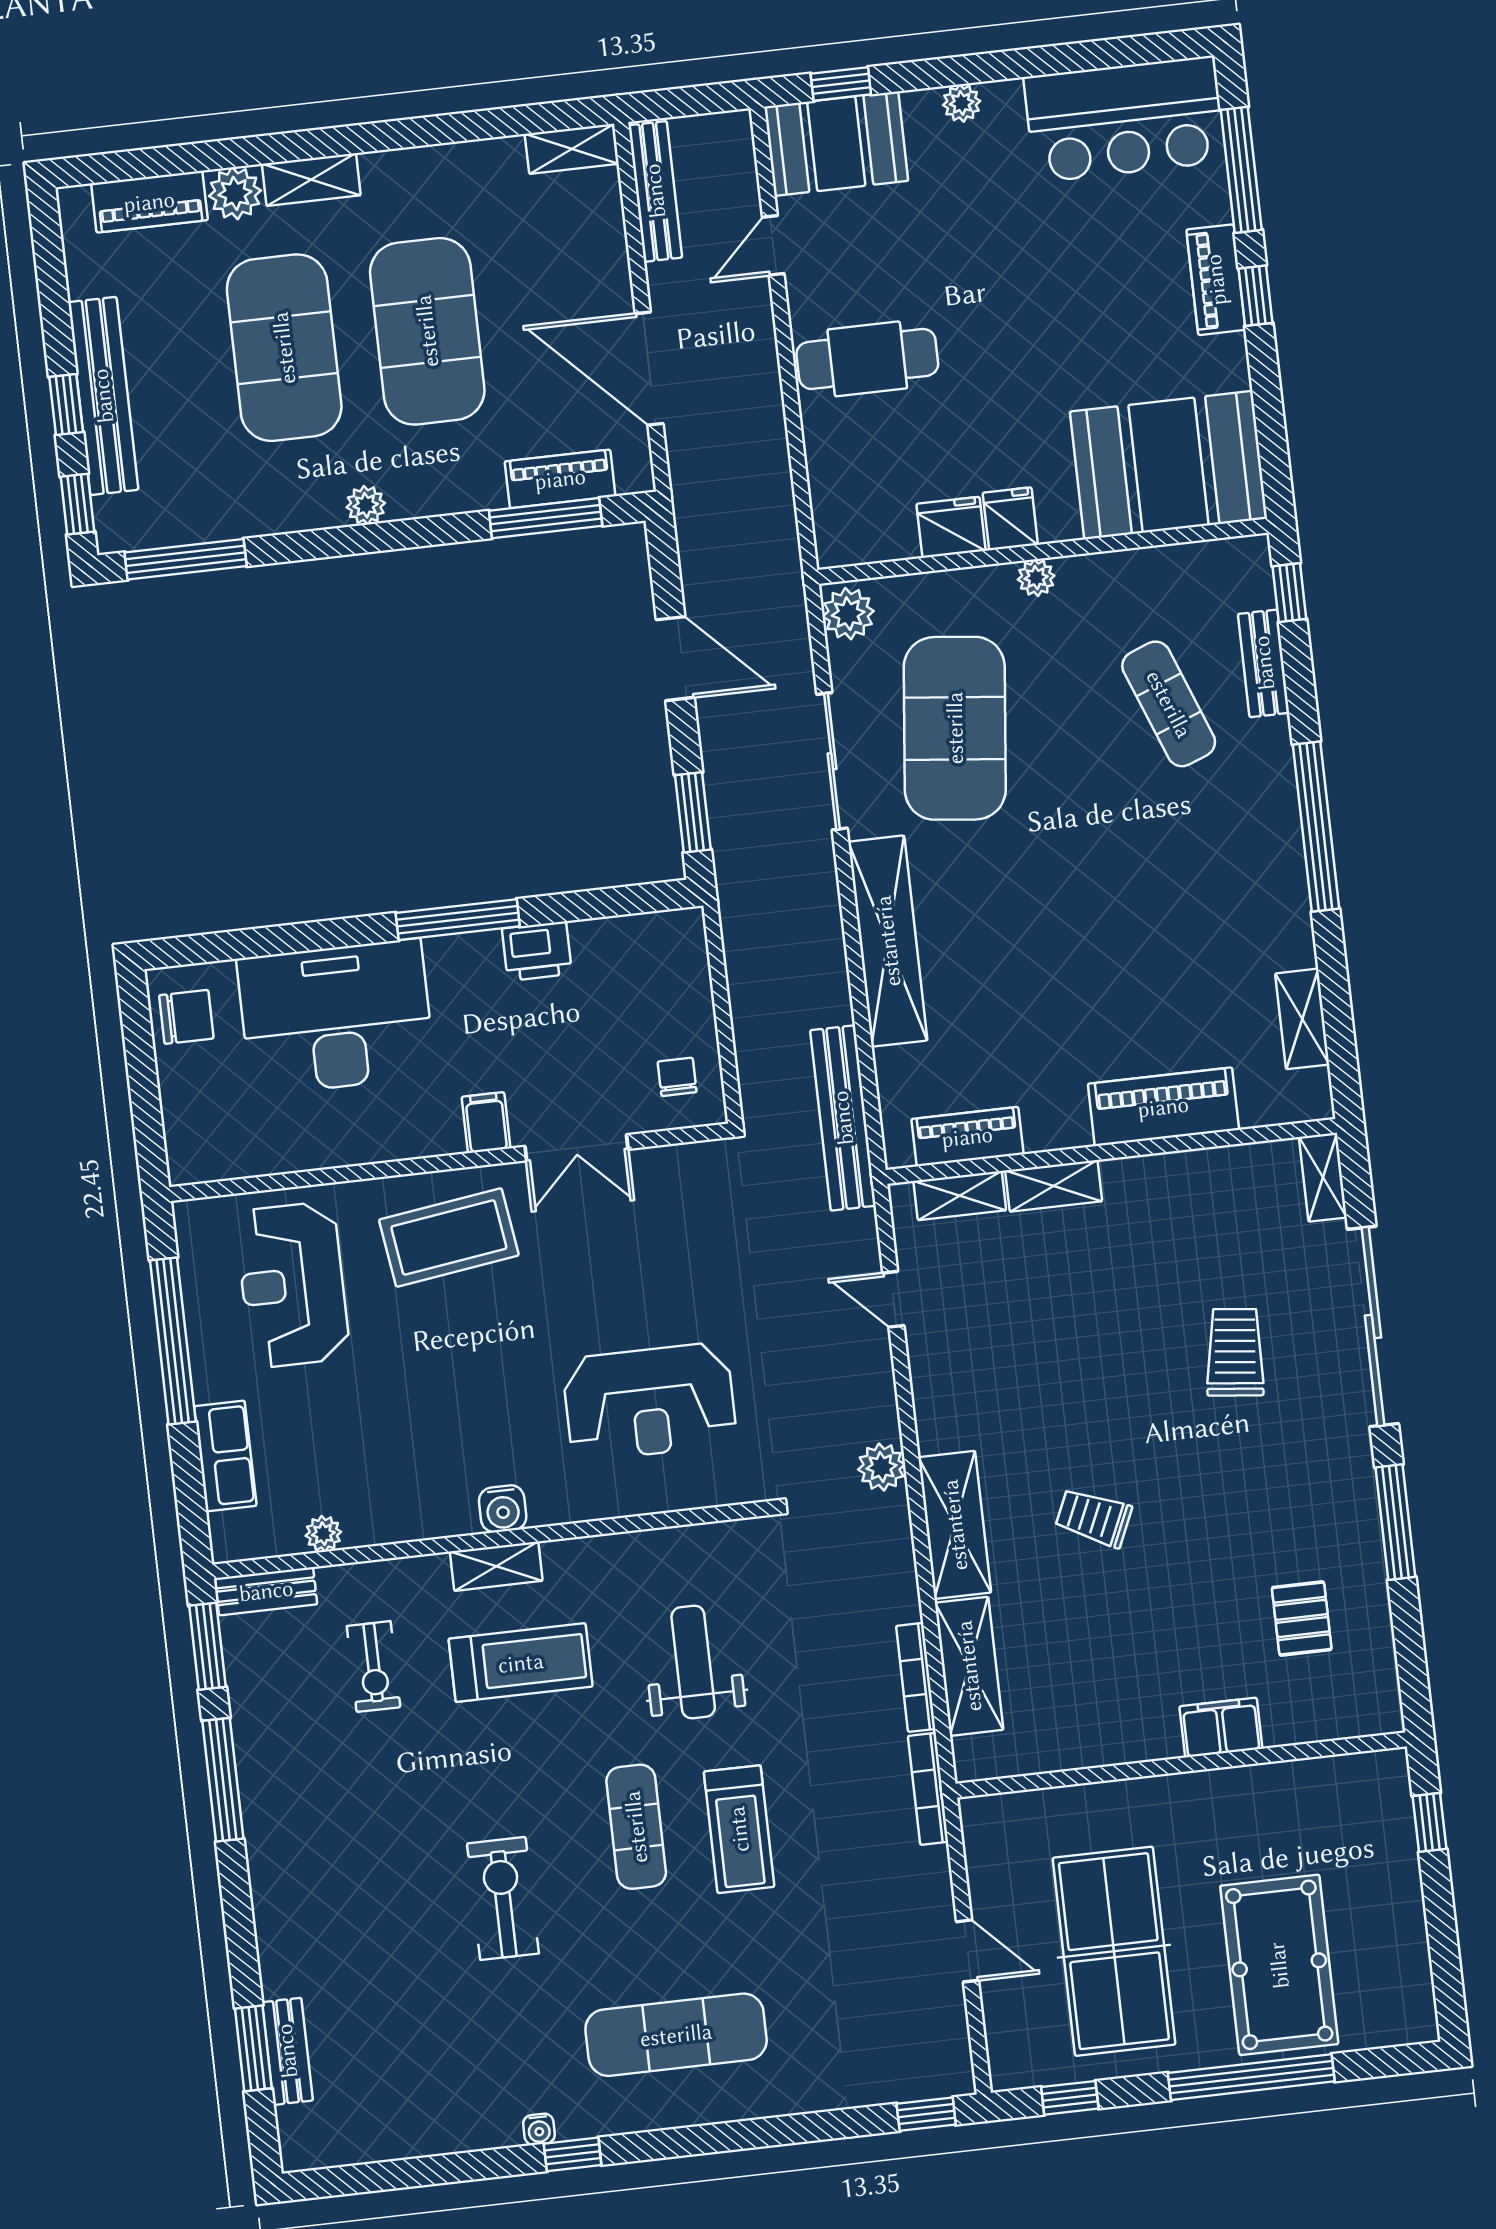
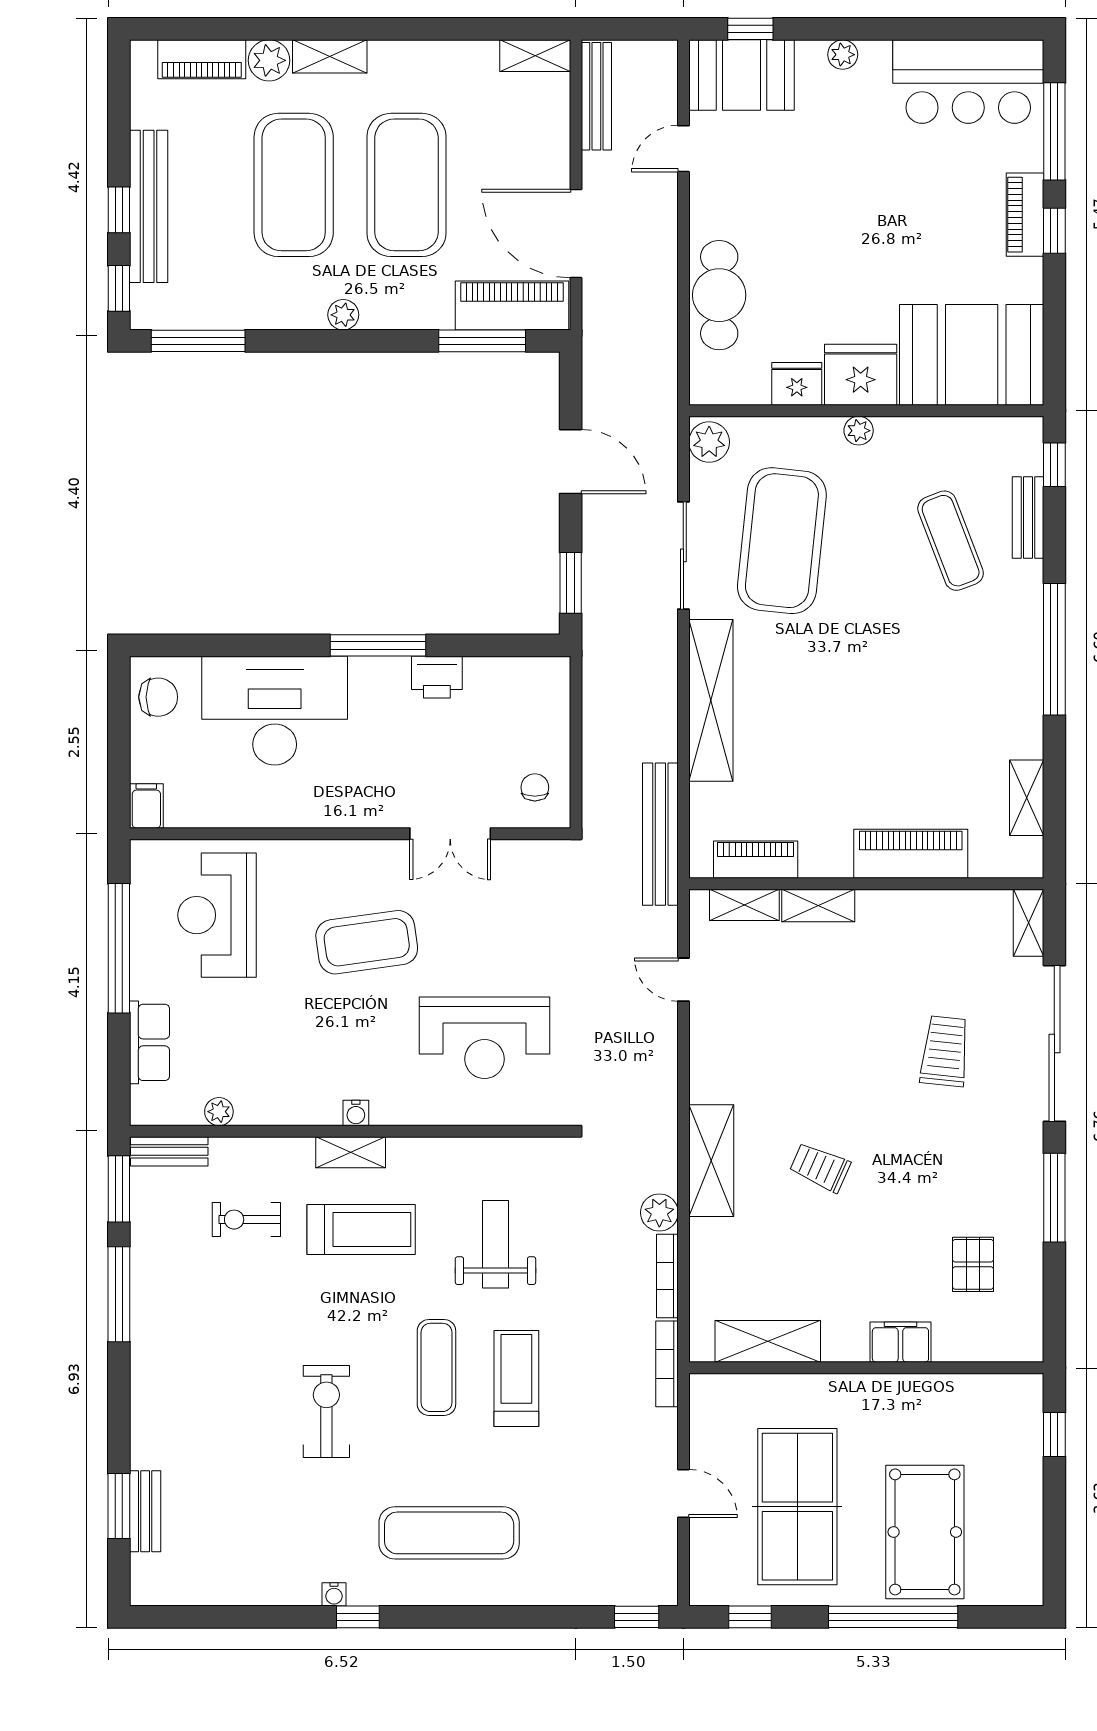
cafe table: (867, 359) -> (719, 295), moved, turned 90
piano: (560, 479) -> (512, 305), width x1.37, depth x1.33
fridge: (1010, 519) -> (861, 375), width x1.88, depth x1.34
filing cabinet: (486, 1123) -> (146, 806), moved
coffee table: (449, 1237) -> (367, 942), moved
plant: (881, 1467) -> (659, 1213), moved
water cooler: (503, 1509) -> (356, 1113), width x0.72, depth x0.72
shelving: (969, 1666) -> (768, 1341), moved, turned 90
exercise bike: (374, 1667) -> (246, 1220), turned 90
treadmill: (739, 1829) -> (516, 1378), turned 180

